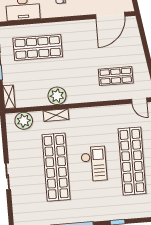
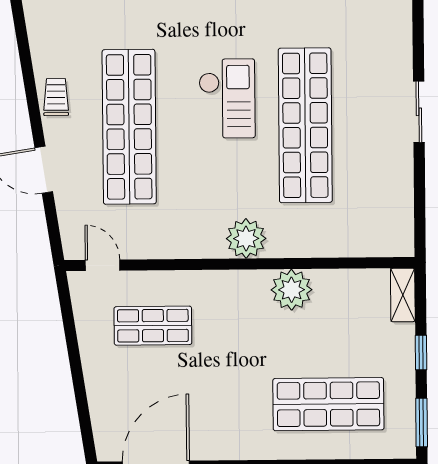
shelving: (56, 115) -> (297, 245), removed
plant: (24, 121) -> (246, 238), moved
checkout: (94, 164) -> (227, 98), moved, turned 180

